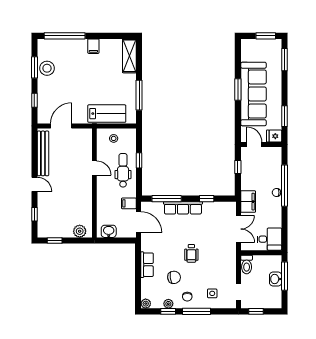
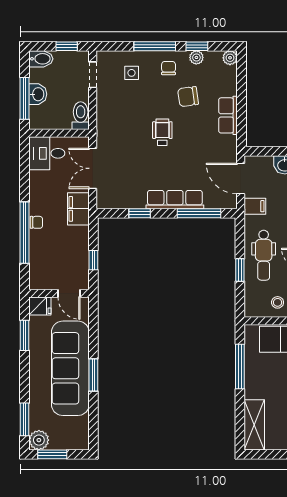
plant: (275, 46) -> (39, 440), added
bidet: (273, 303) -> (41, 59), added

